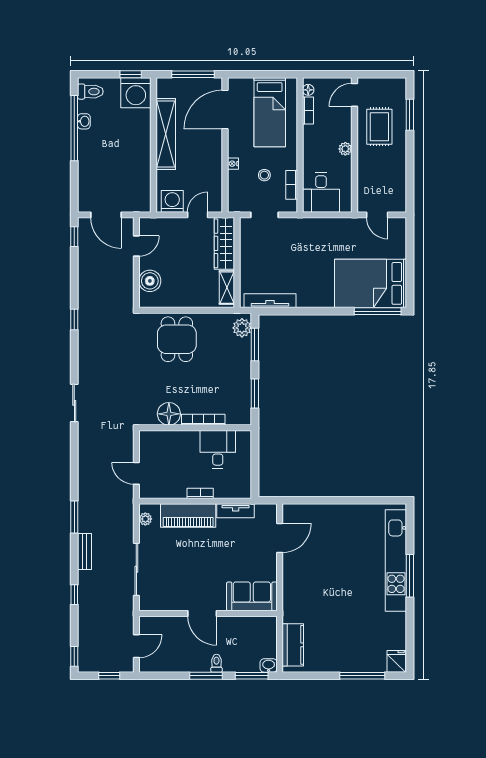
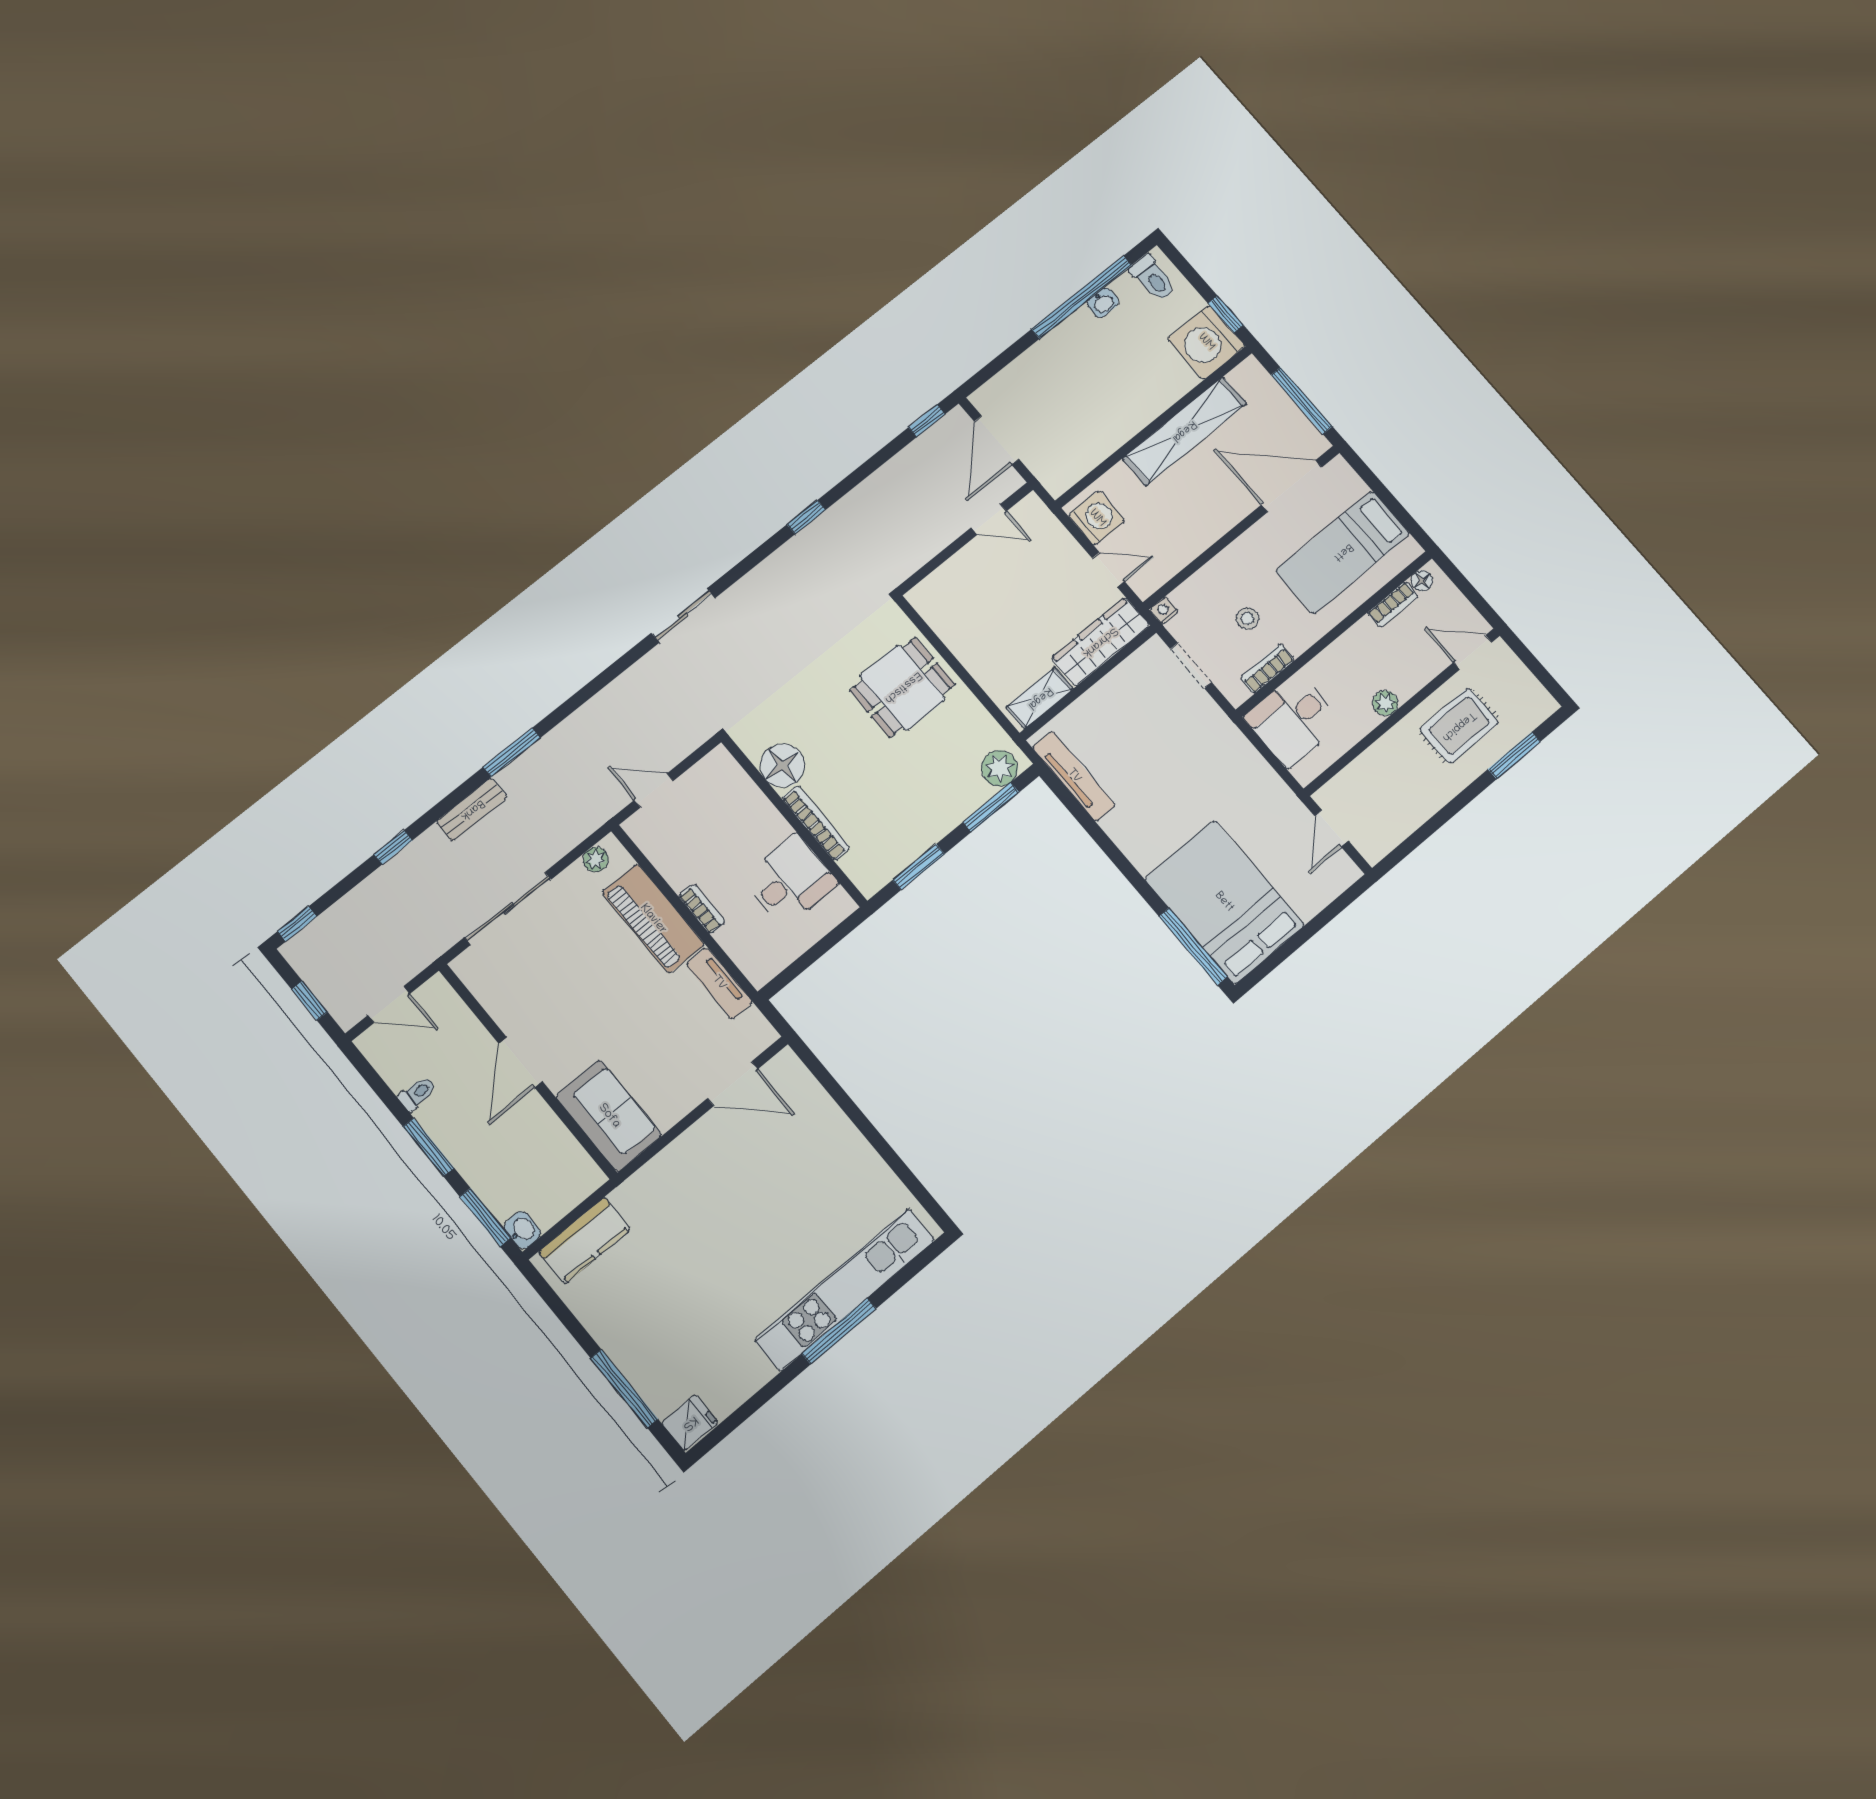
nightstand: (233, 164) -> (1164, 611), moved
boiler: (150, 281) -> (955, 579), removed
door: (136, 473) -> (654, 790), hinge flipped
toilet: (216, 663) -> (417, 1093), moved

